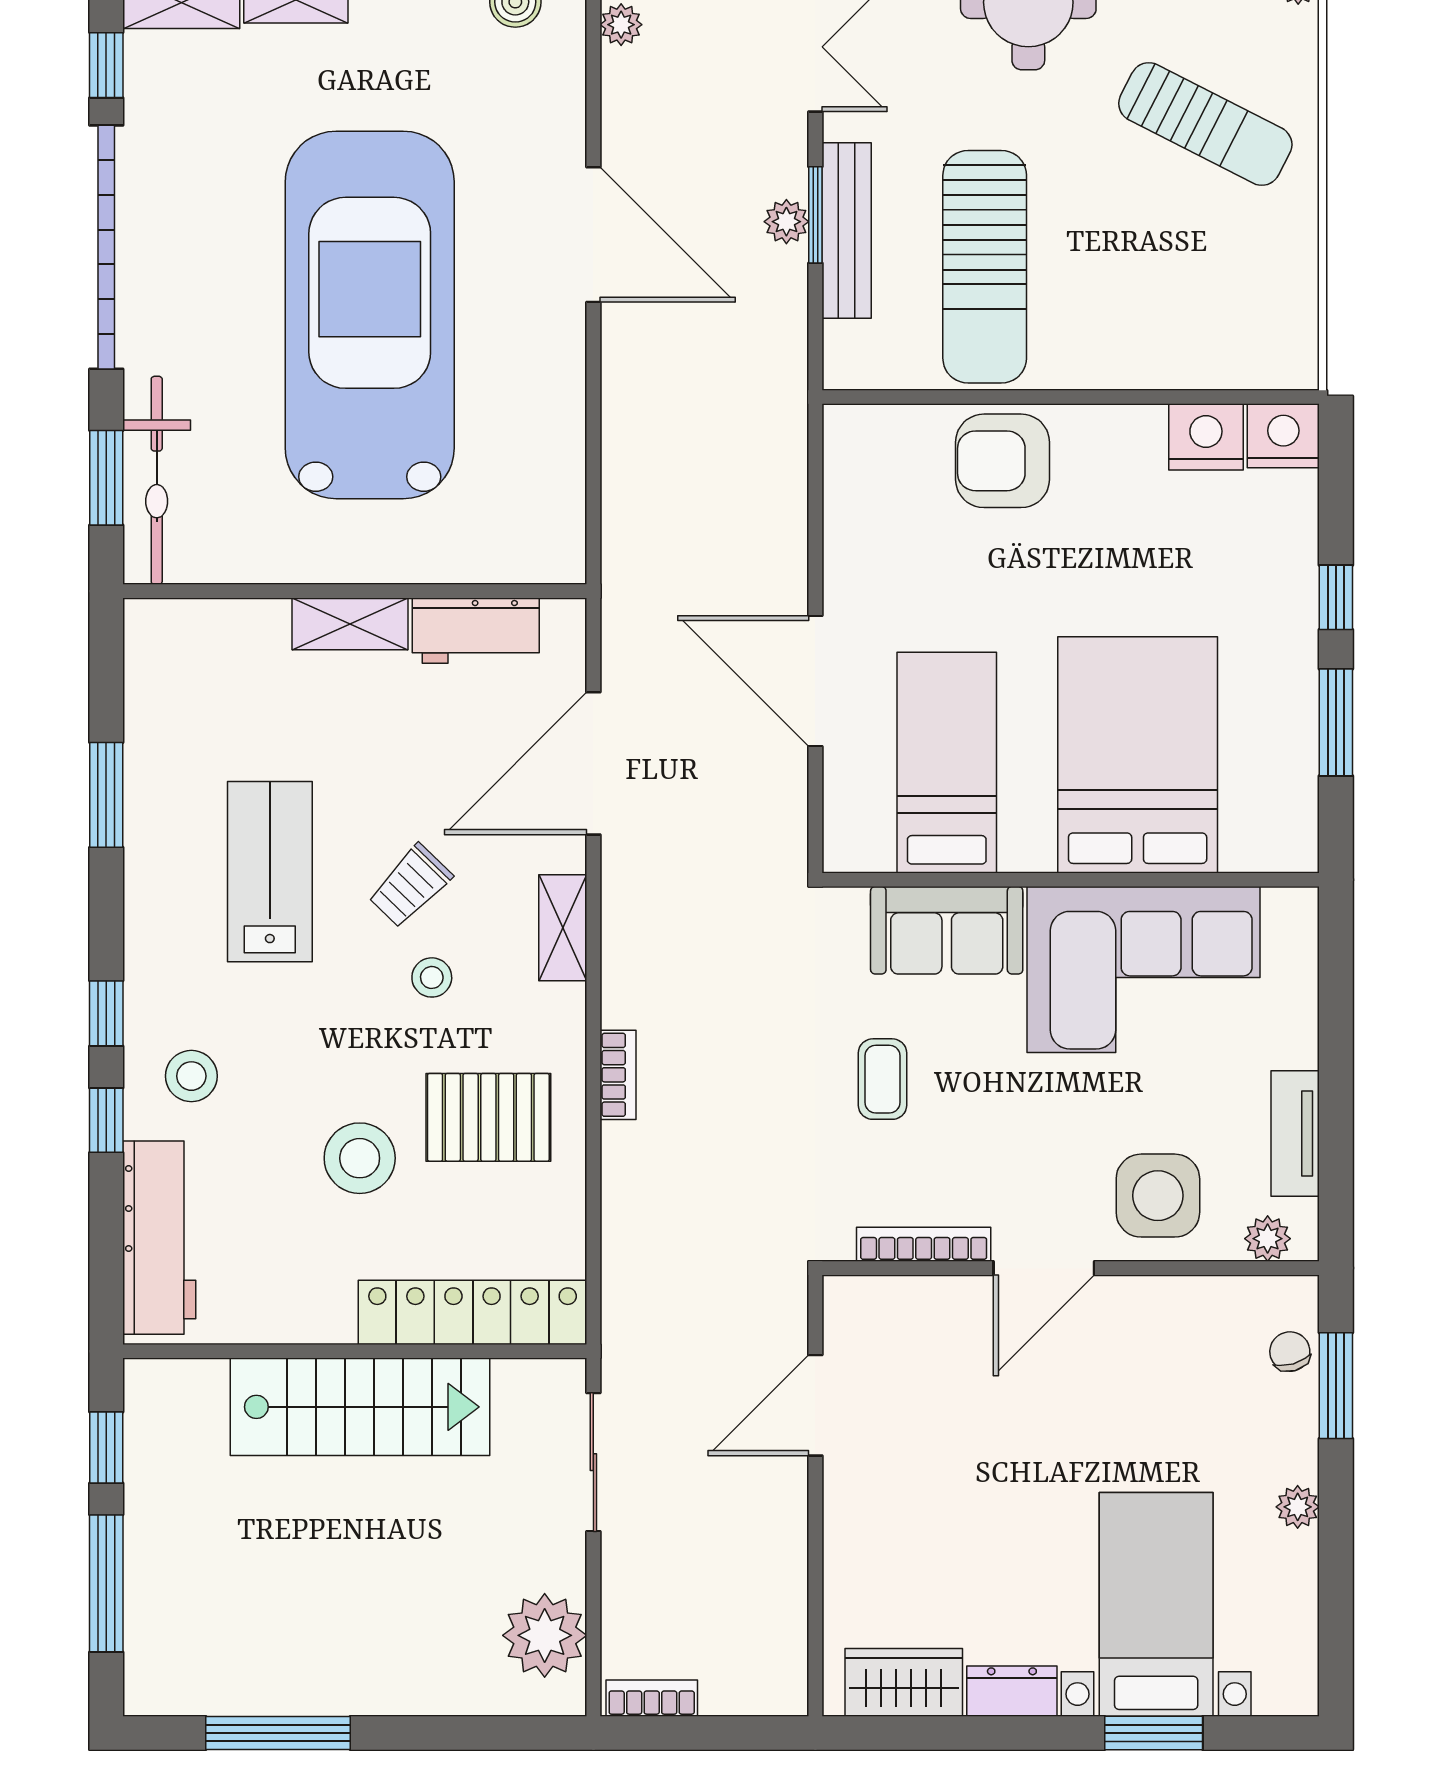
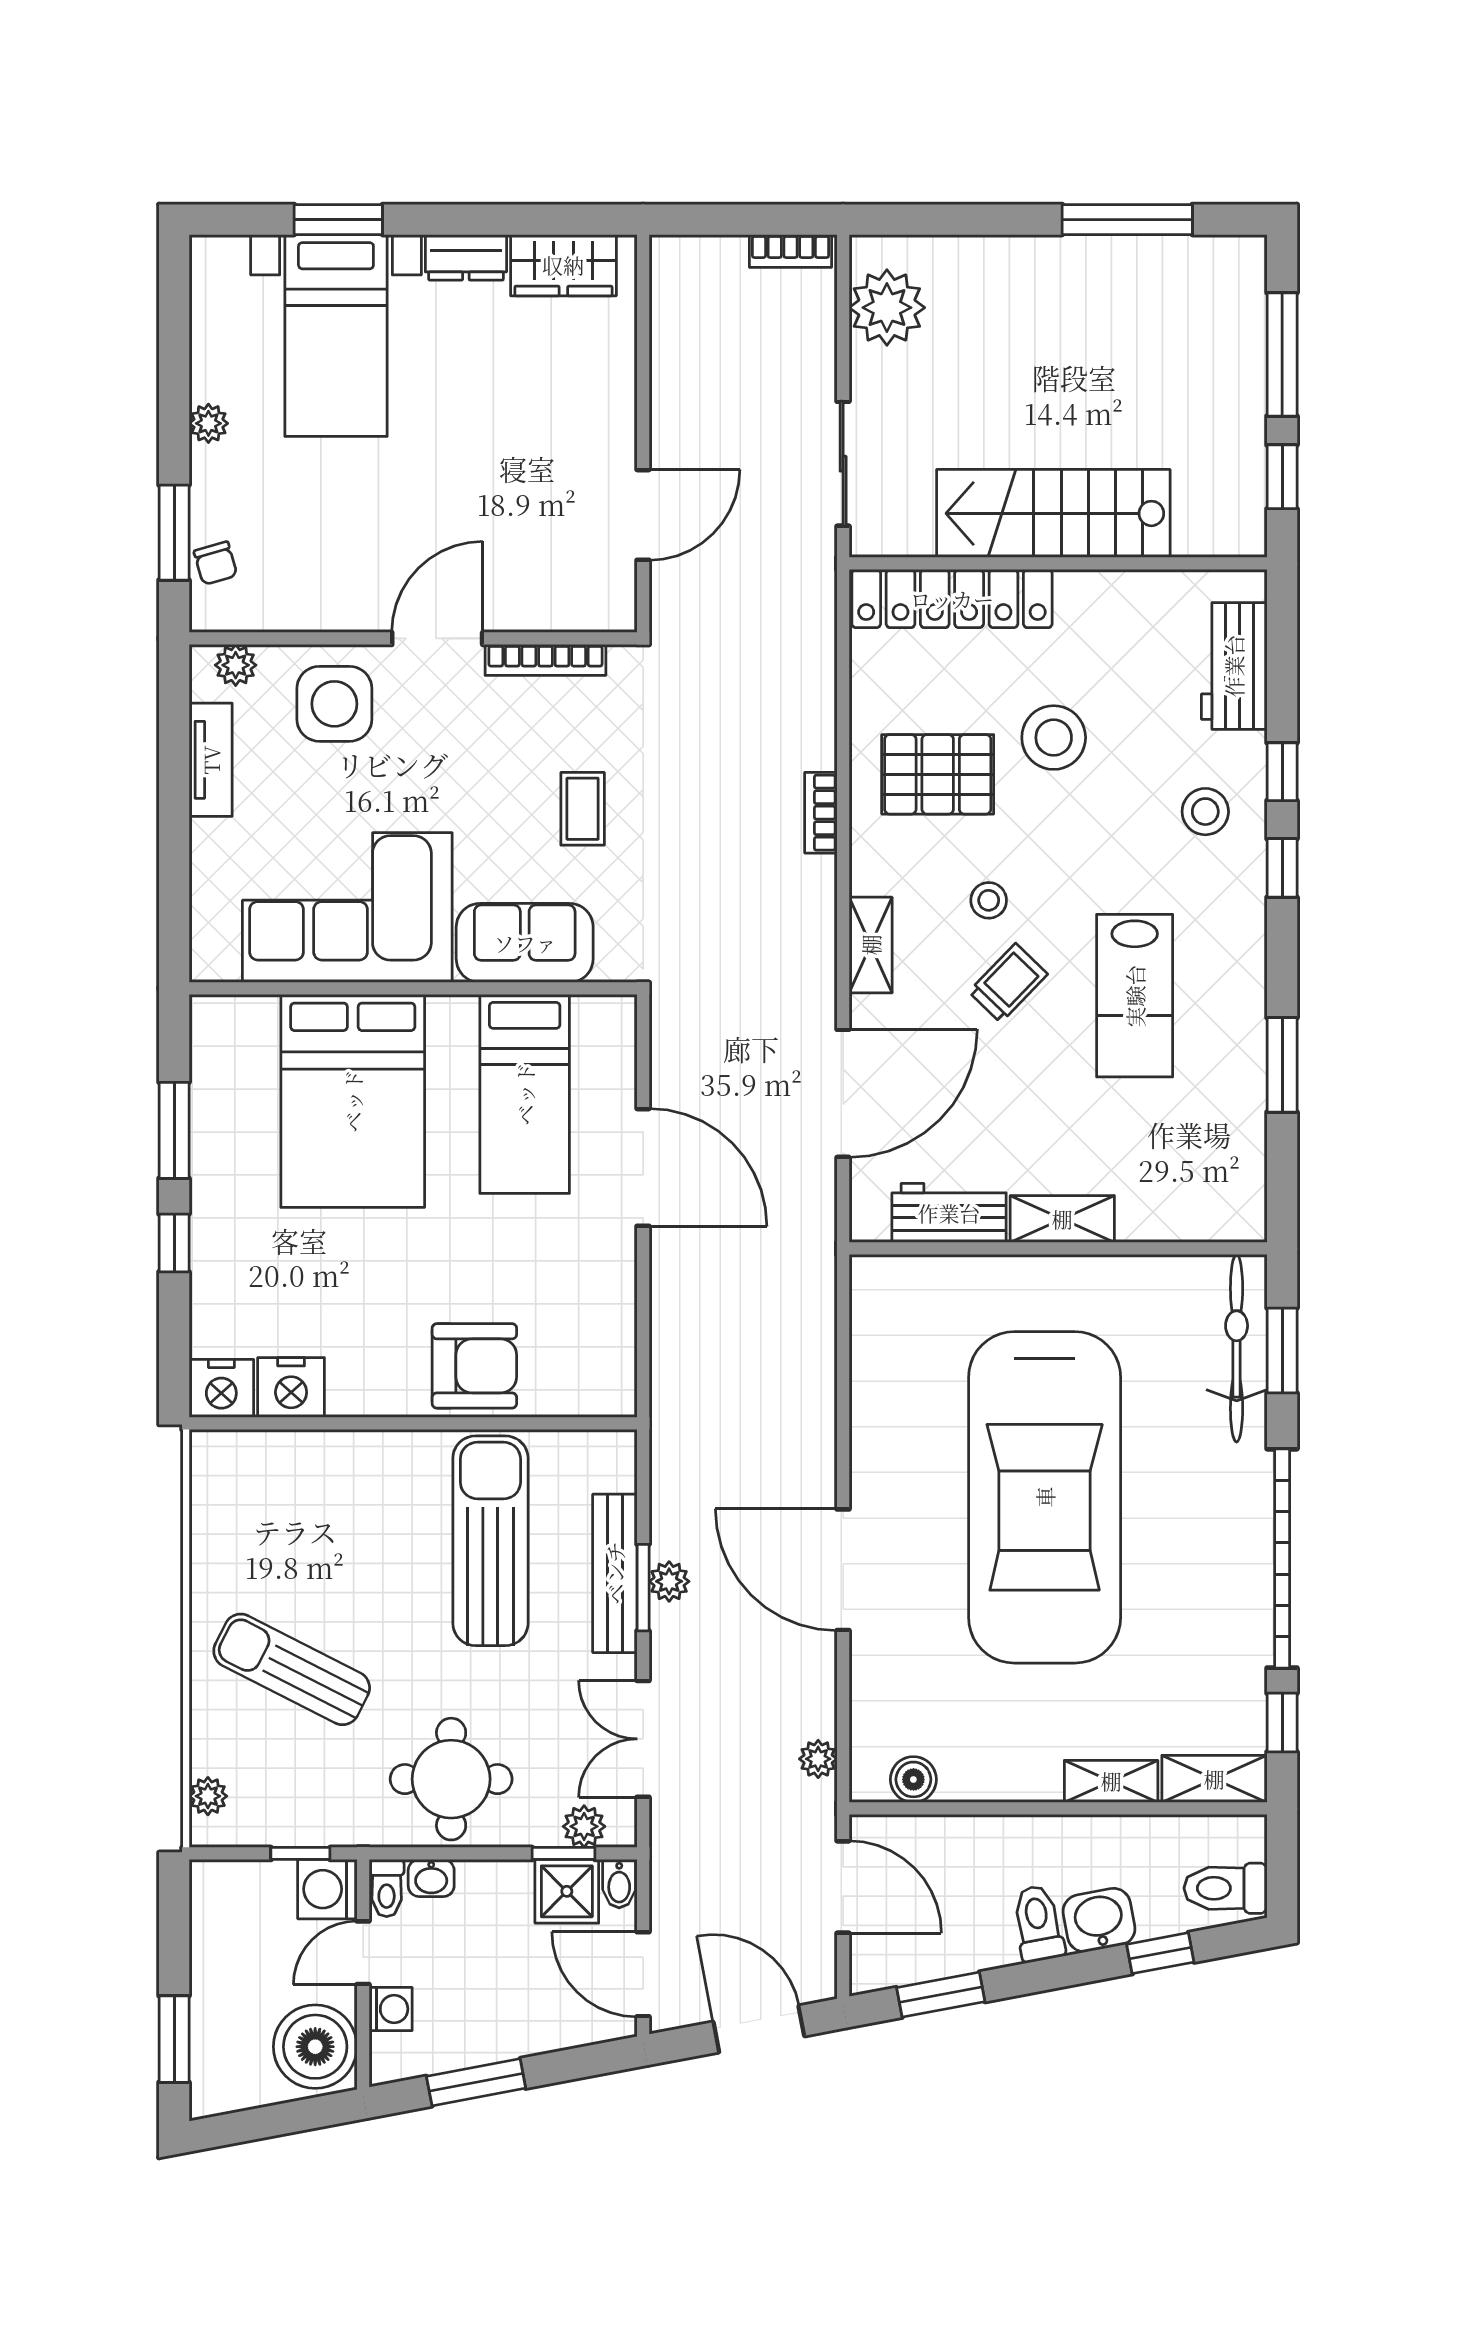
workbench: (159, 1238) -> (1234, 666), width x0.73

